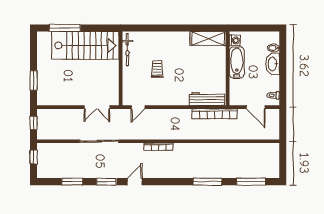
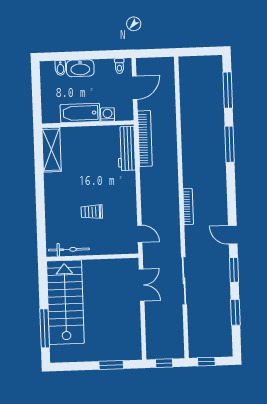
washing machine: (235, 40) -> (108, 115), moved

